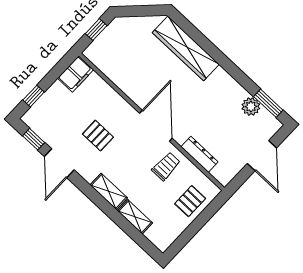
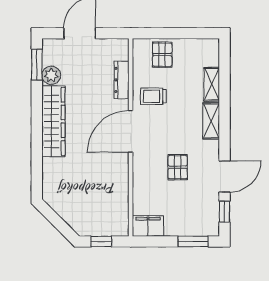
wardrobe: (186, 48) -> (53, 121), moved
window: (34, 96) -> (193, 241), width x1.50
pallet: (190, 201) -> (162, 55), turned 90

